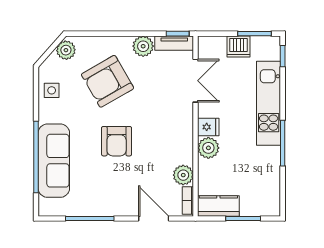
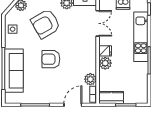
armchair: (117, 141) -> (51, 59), turned 90
door: (154, 219) -> (73, 105), hinge flipped

